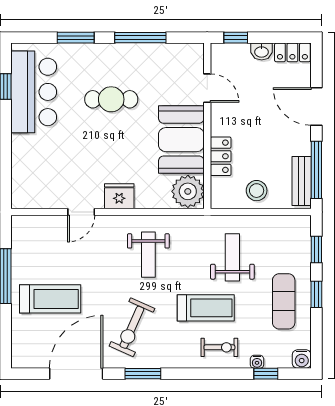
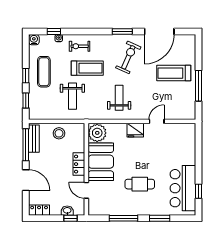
washbasin: (262, 51) -> (67, 211), moved
locker: (221, 156) -> (79, 164), moved
treadmill: (206, 308) -> (87, 68), turned 180

